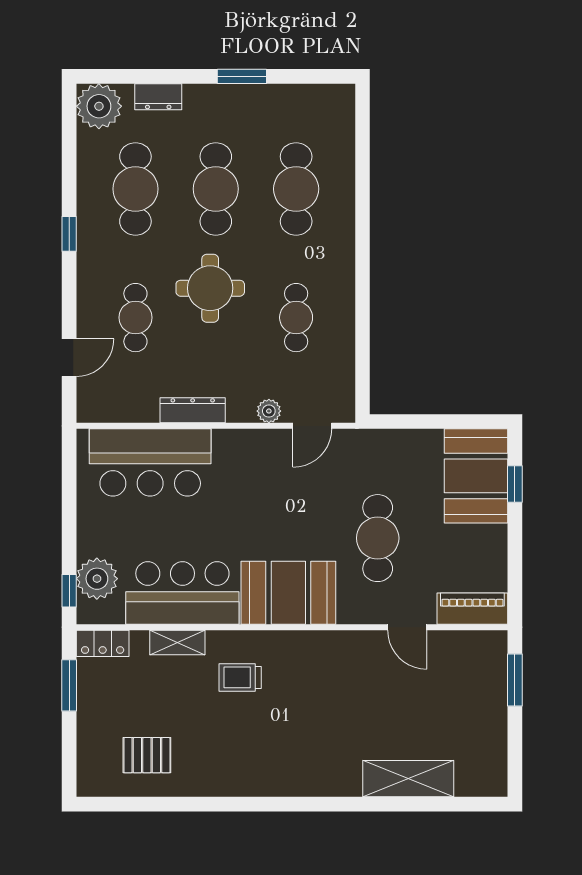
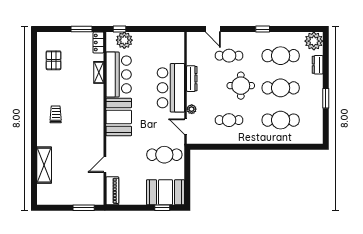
bar counter: (150, 462) -> (171, 88), moved
cafe table: (378, 538) -> (164, 155), moved
trolley: (240, 677) -> (56, 114), moved

